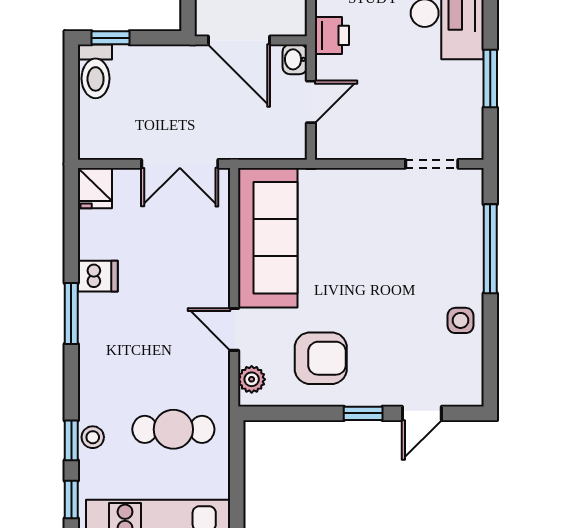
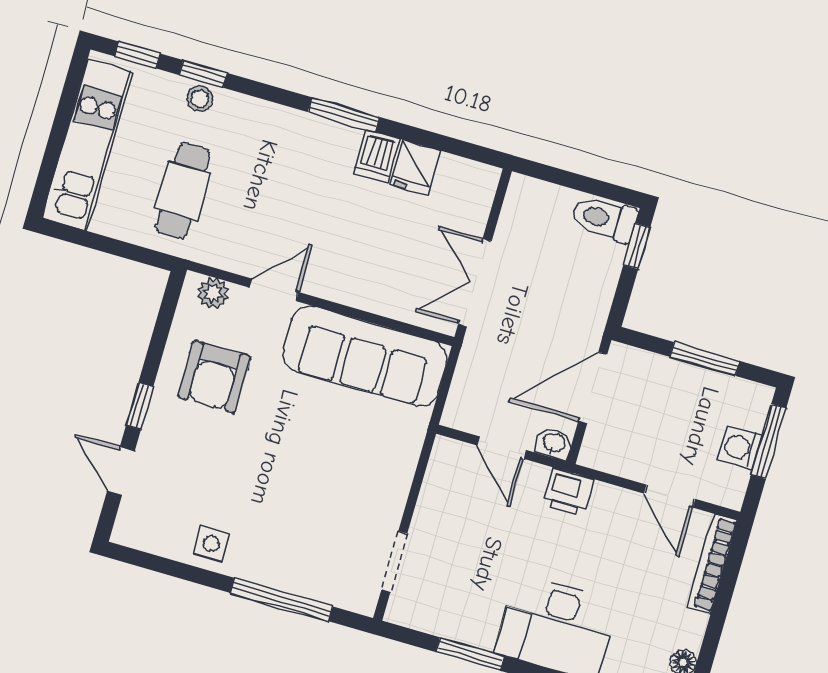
fridge: (95, 188) -> (415, 167), moved, turned -90

